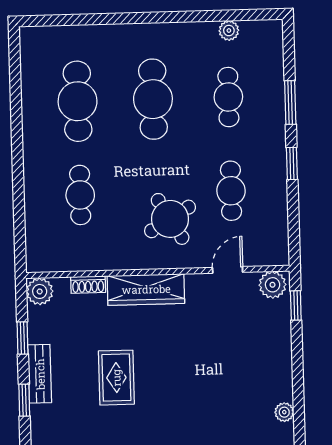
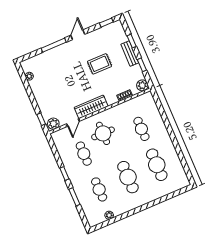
round table: (170, 219) -> (103, 133), turned 31
wardrobe: (146, 289) -> (91, 107), moved
rug: (116, 378) -> (99, 64), turned 90

